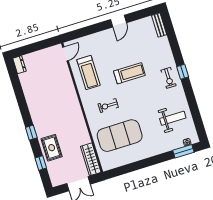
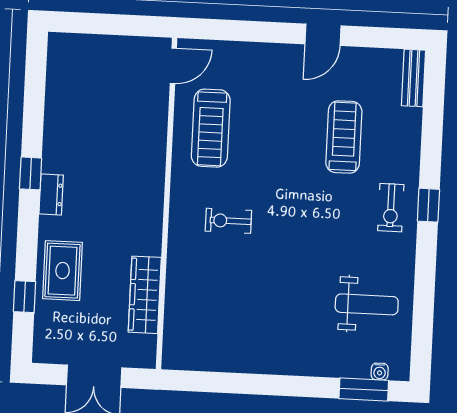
dresser: (20, 65) -> (51, 194), moved
treadmill: (129, 73) -> (344, 137), moved, turned -90
window: (31, 133) -> (31, 173), moved
exercise mat: (120, 136) -> (230, 300), removed
wardrobe: (91, 159) -> (145, 295), moved

